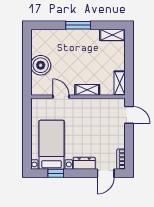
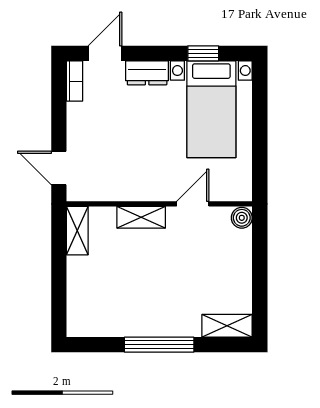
window: (78, 25) -> (159, 345), width x1.44
shelving: (112, 35) -> (227, 326), moved
boiler: (41, 65) -> (242, 218), moved, width x0.54, depth x0.54
door: (61, 97) -> (193, 204), swing flipped

